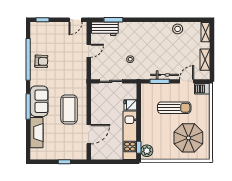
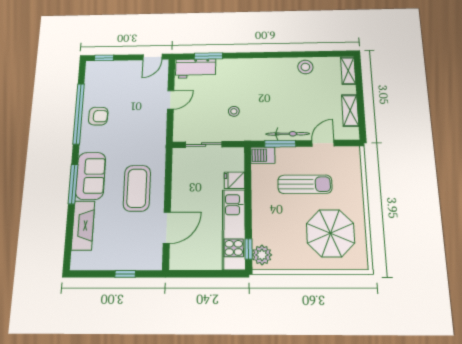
barbecue: (202, 89) -> (263, 155), moved

